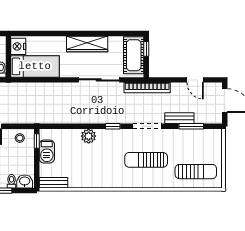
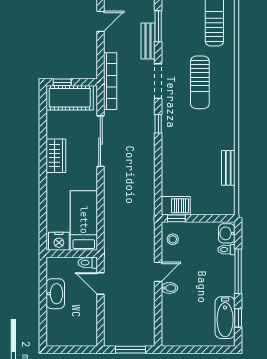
wardrobe: (87, 44) -> (56, 156), width x0.67
plant: (89, 136) -> (170, 154), removed
barbecue: (47, 152) -> (176, 206), moved
bench: (53, 183) -> (228, 168), moved

